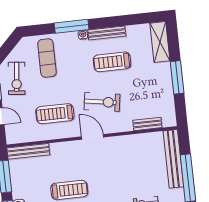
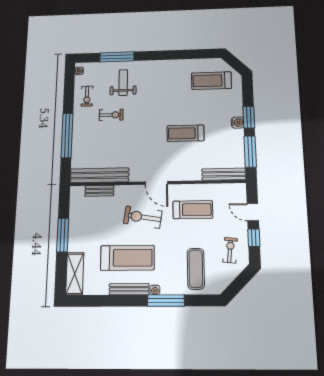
treadmill: (112, 62) -> (127, 258), width x1.37, depth x1.38
exercise bike: (17, 78) -> (230, 250), width x0.73, depth x0.72
bench: (173, 159) -> (100, 175), moved, turned 90

